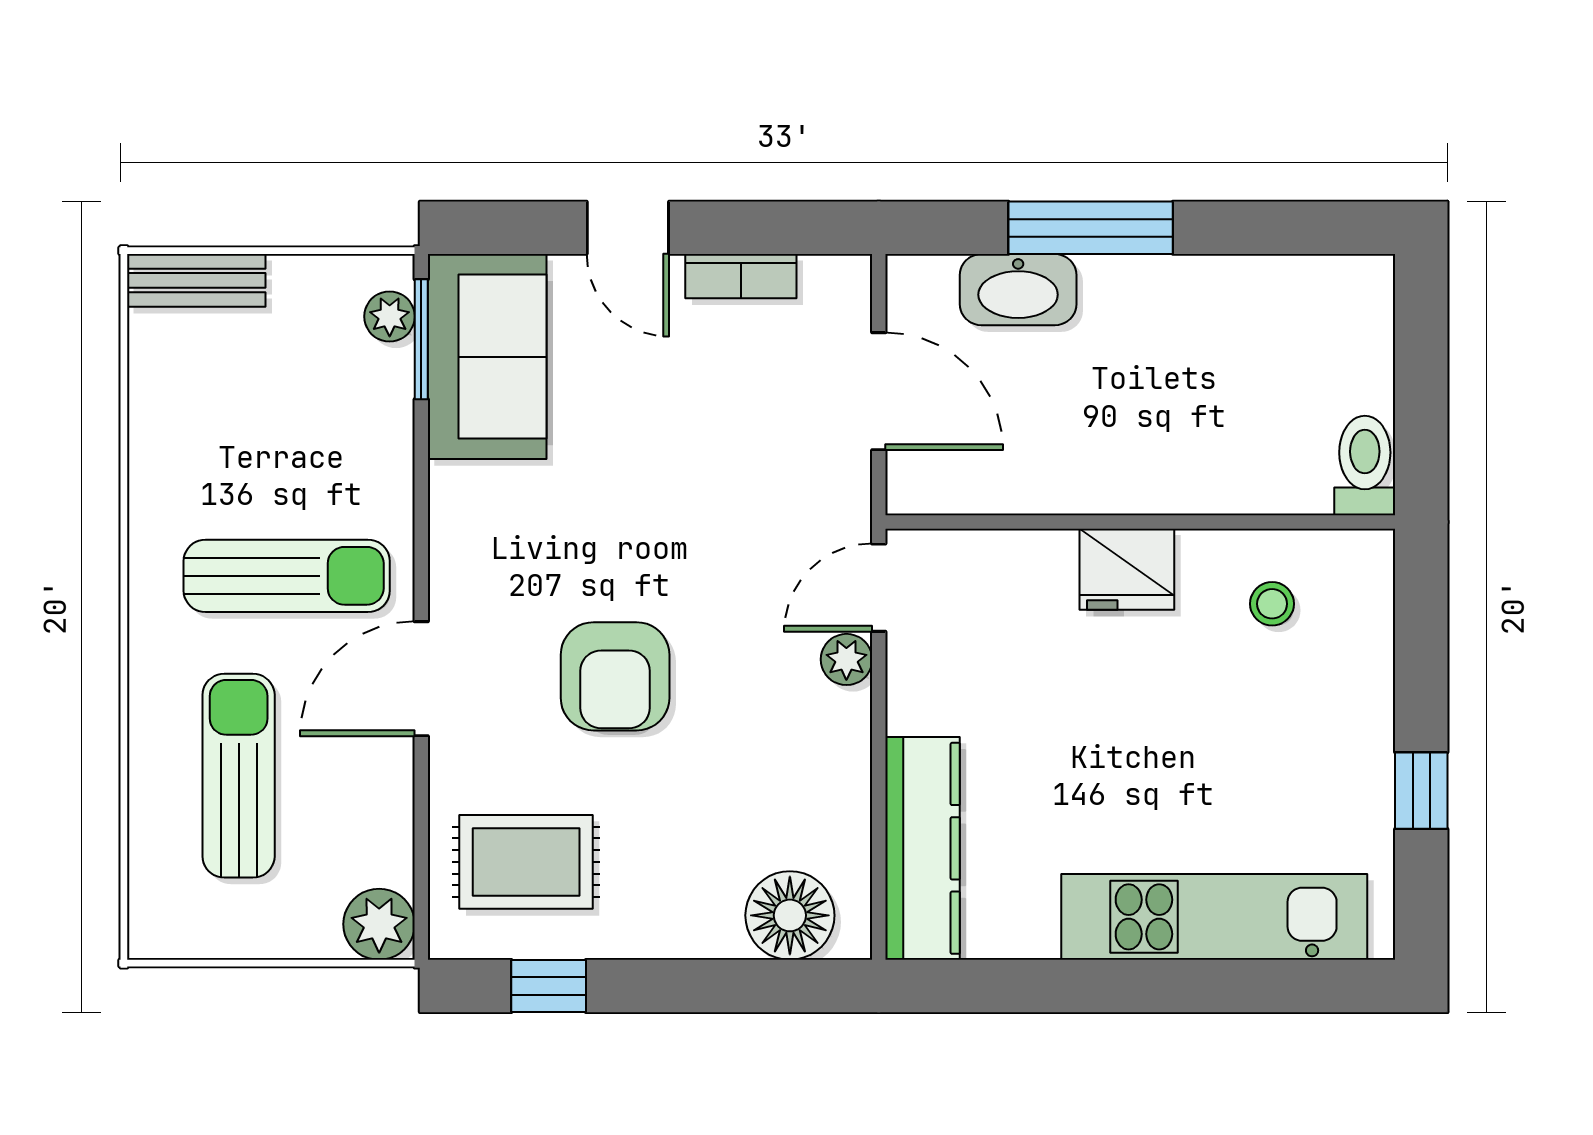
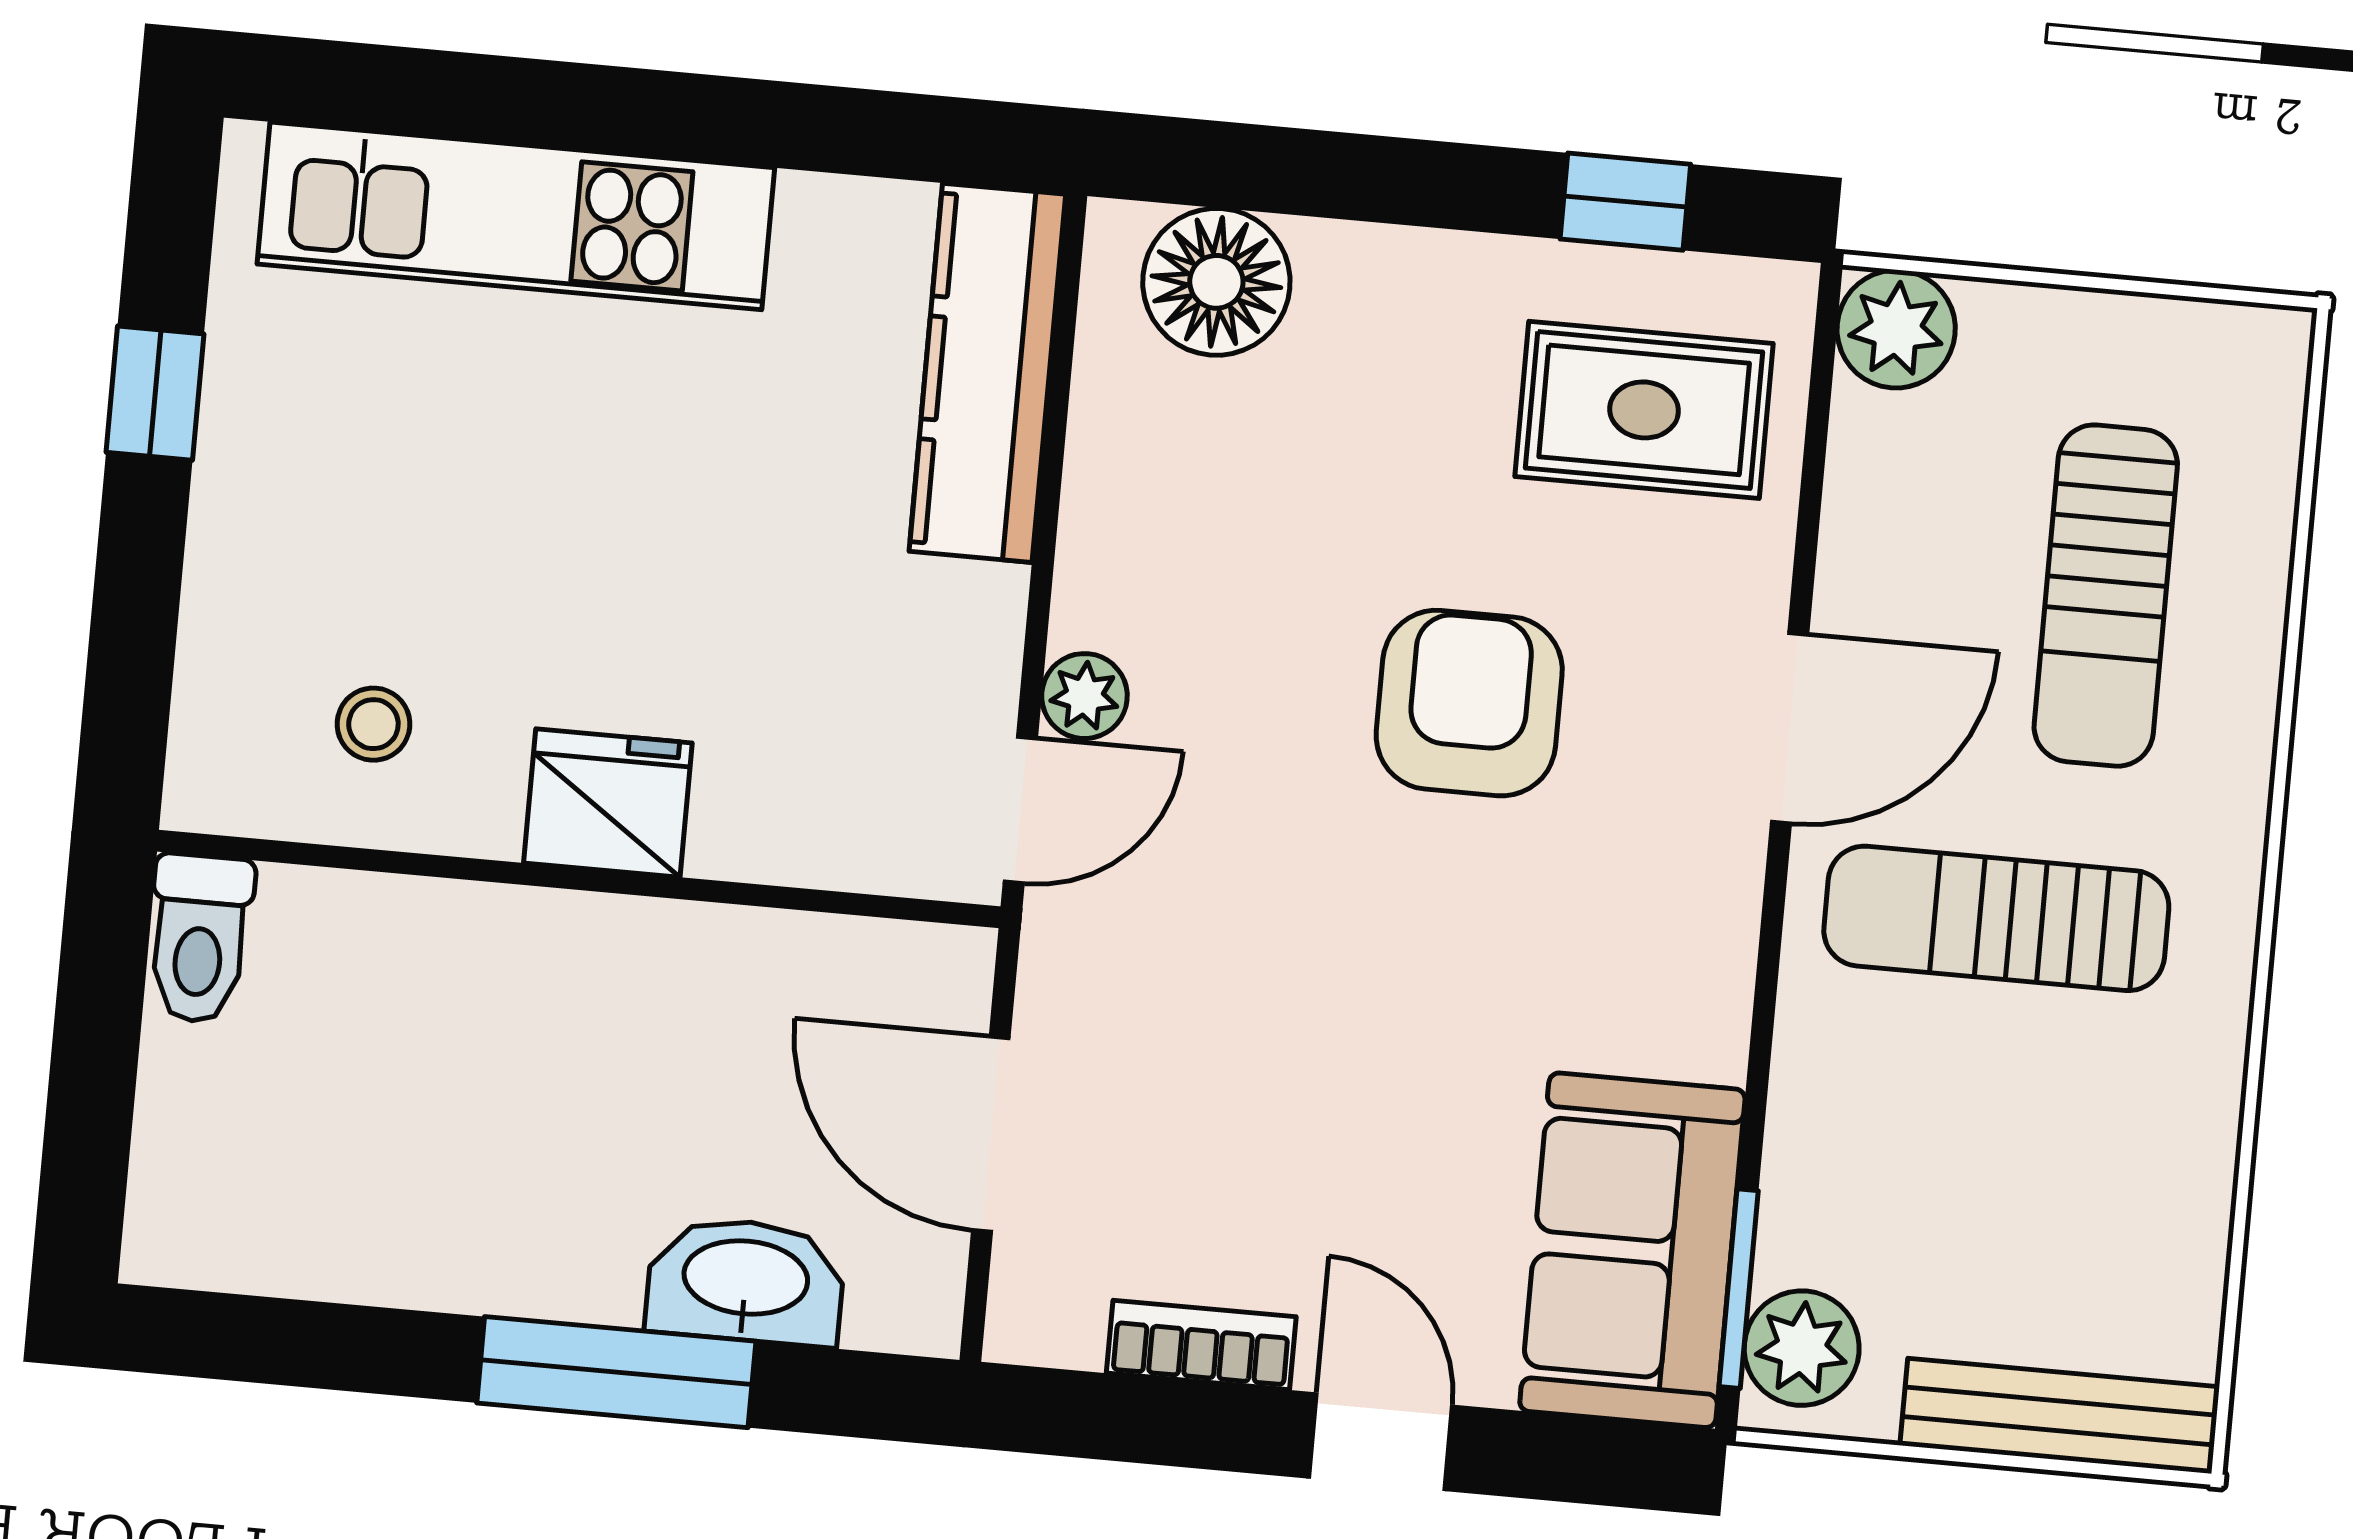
bench: (196, 280) -> (2060, 1416), width x1.36
plant: (390, 316) -> (1802, 1348), width x1.38, depth x1.38

